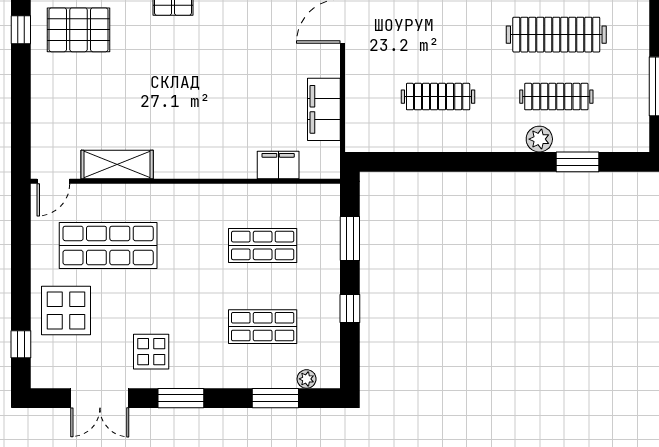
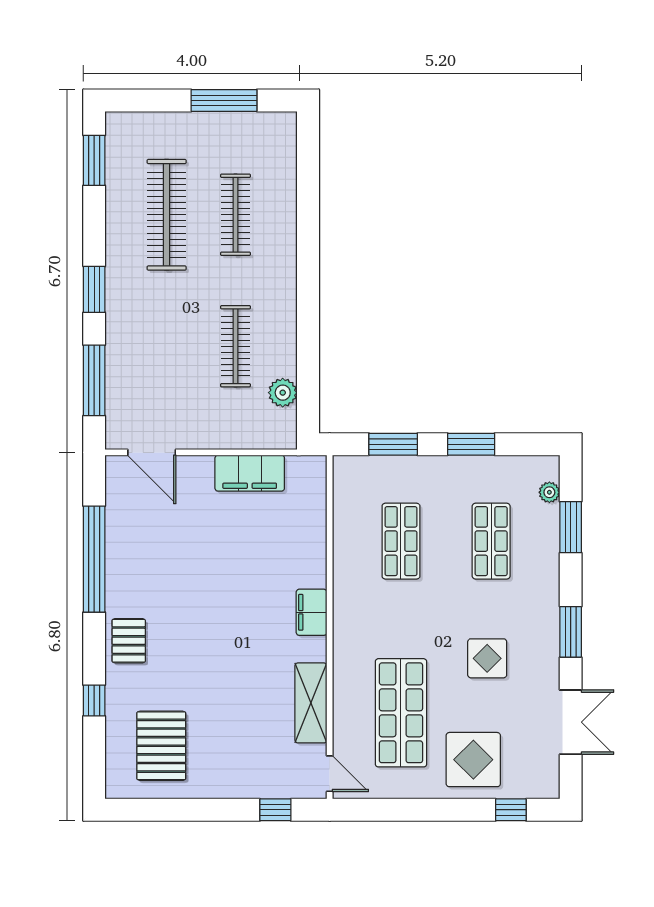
window: (21, 30) -> (275, 810), moved
plant: (539, 139) -> (283, 393), moved
window: (578, 162) -> (308, 191), removed
filing cabinet: (278, 165) -> (312, 612), moved
window: (350, 309) -> (471, 444), width x1.50
display table: (151, 352) -> (487, 658), moved

